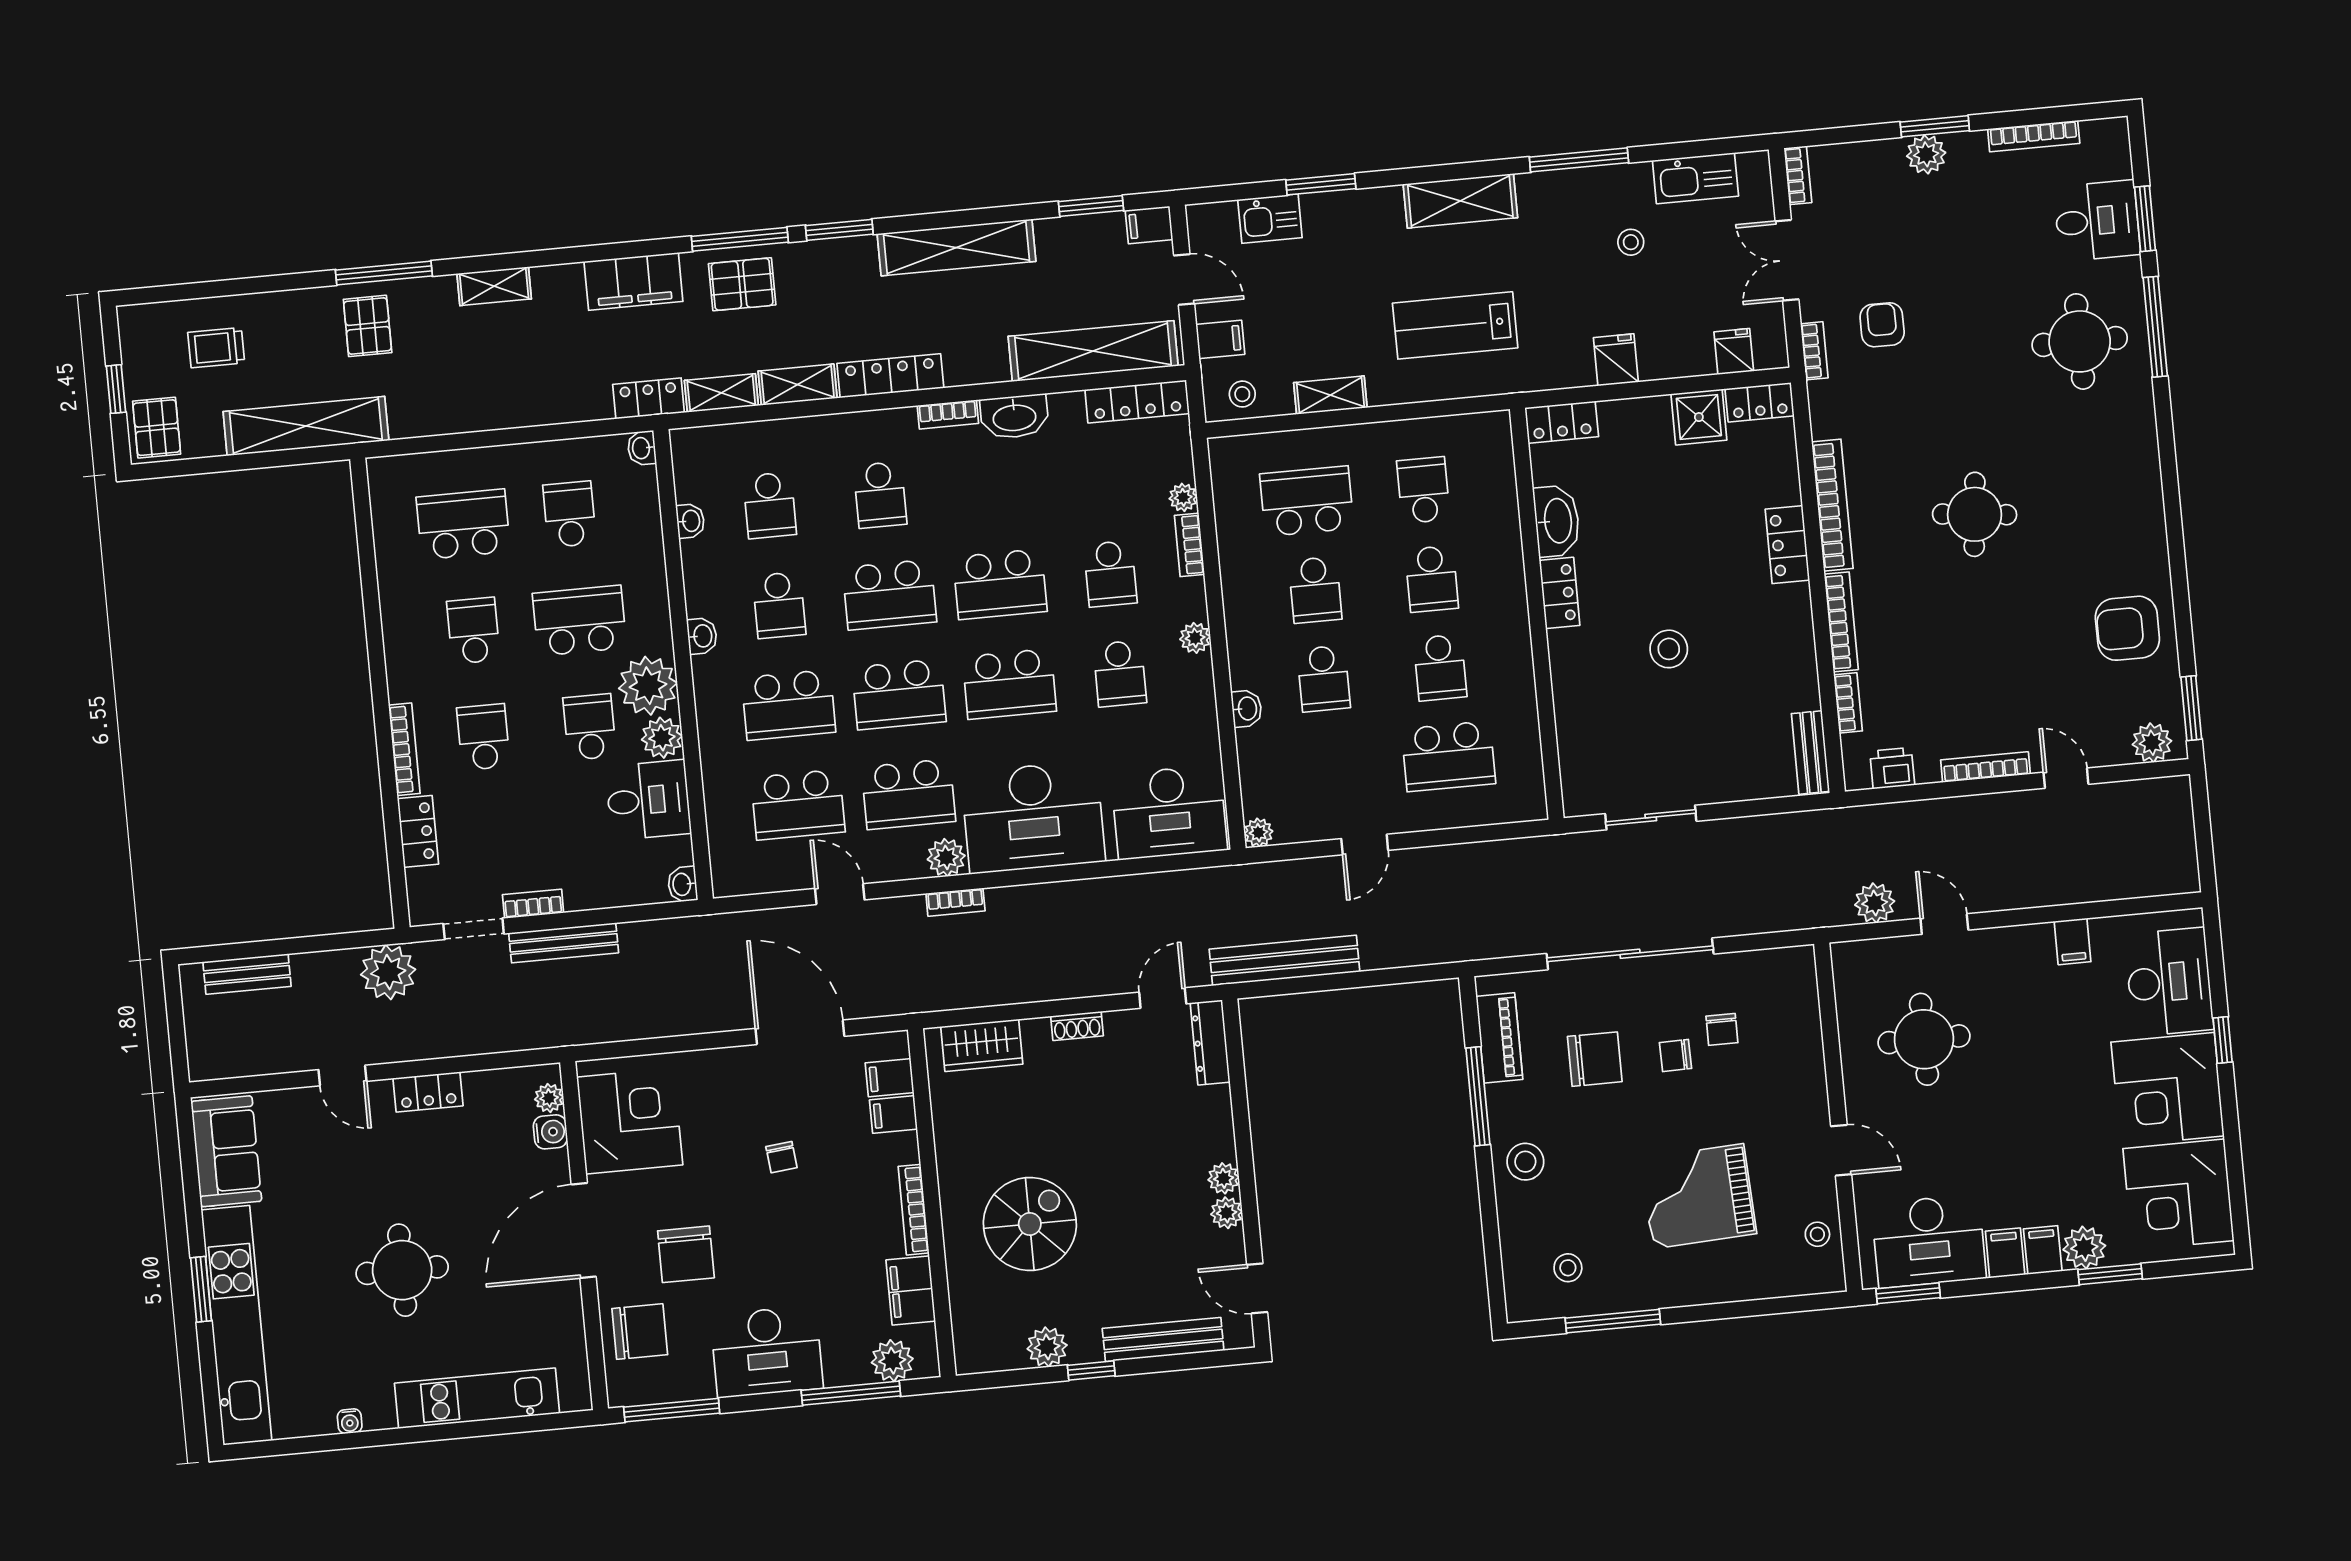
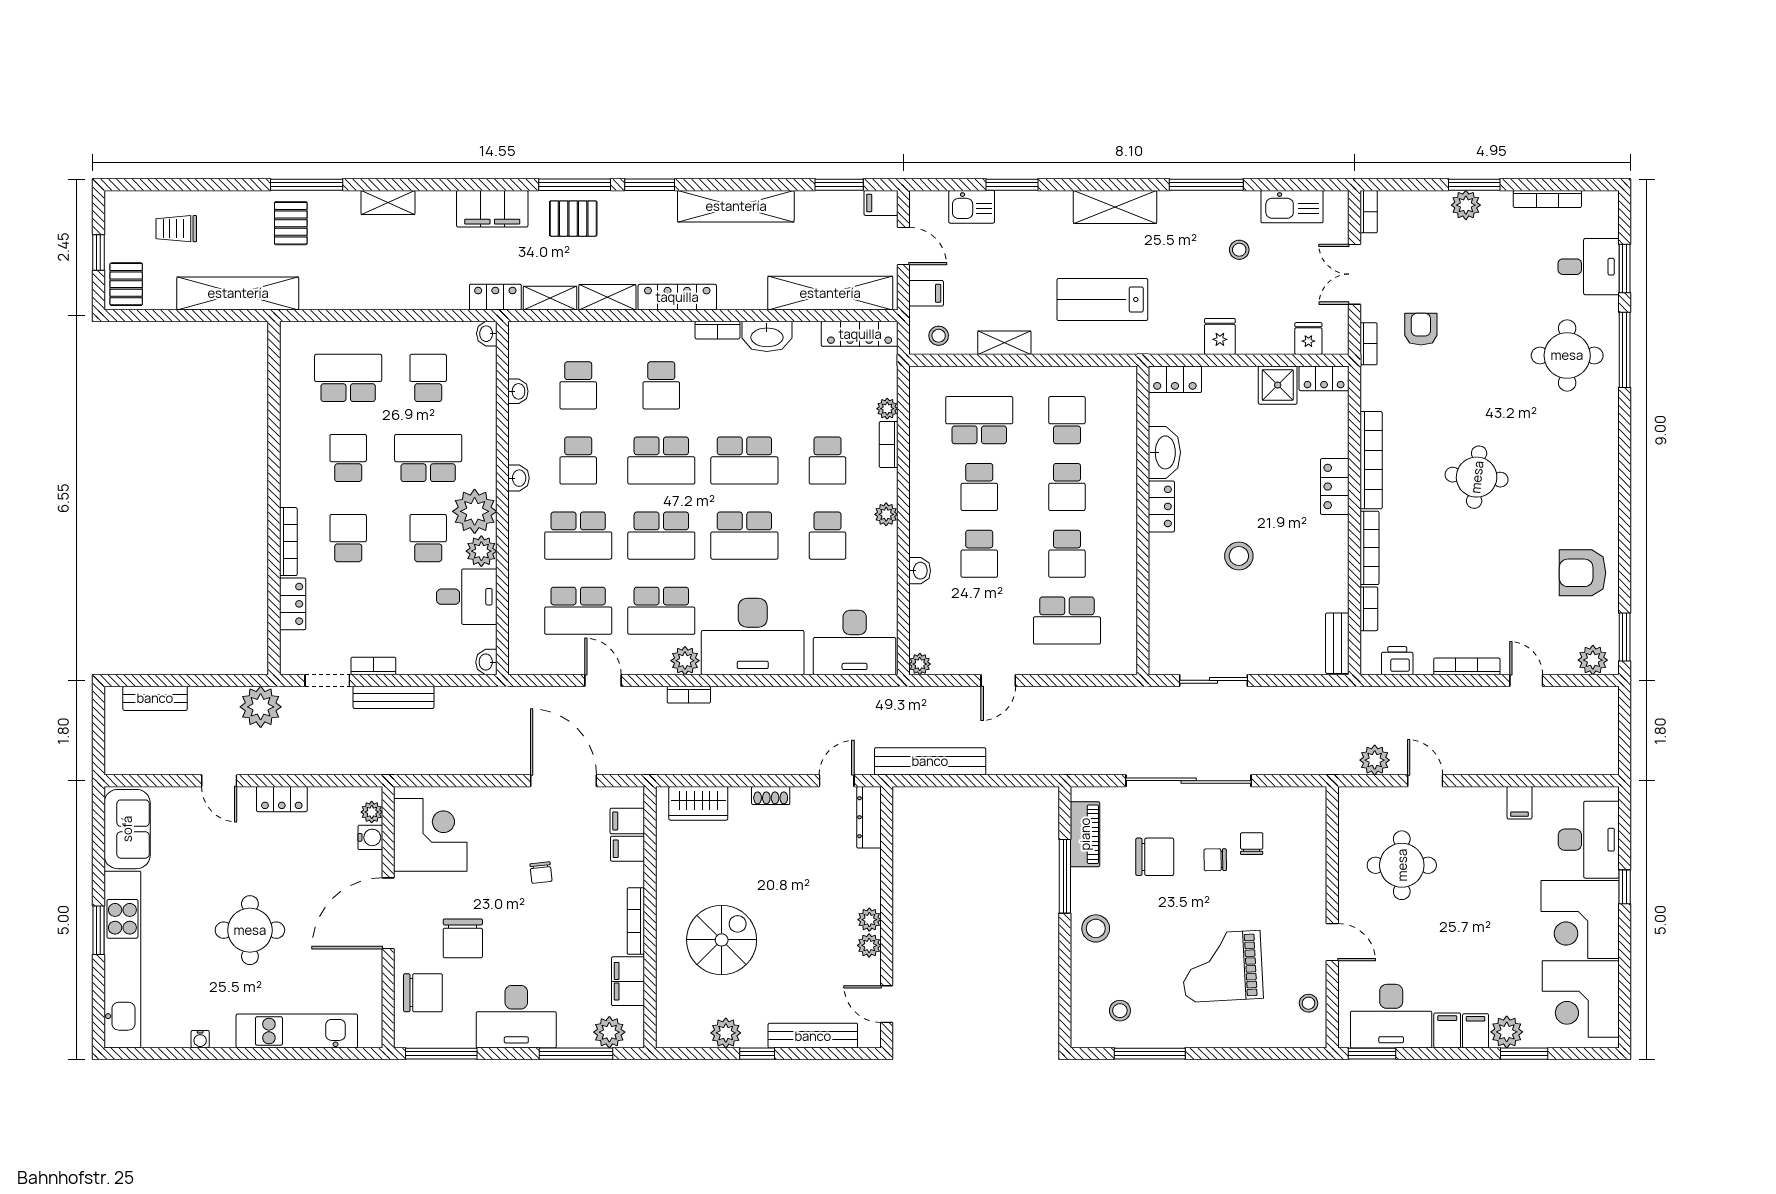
chair: (1722, 1029) -> (1252, 844), turned 180

